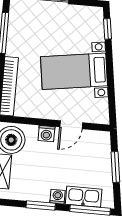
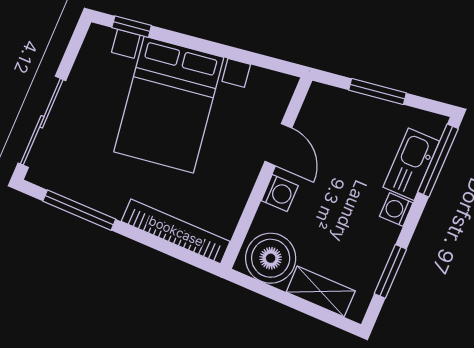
bed with nightstands: (74, 71) -> (169, 105), width x1.36
window: (41, 206) -> (390, 271), moved

